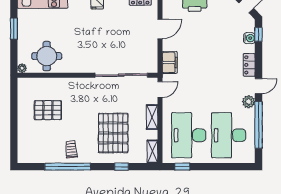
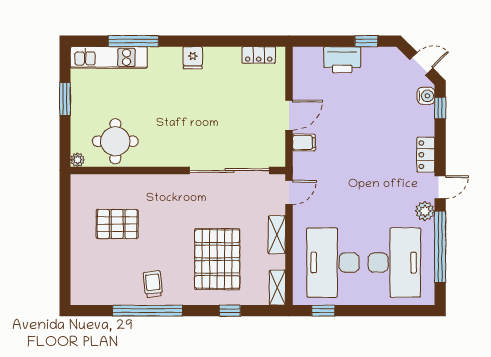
door: (160, 29) -> (289, 115), moved
water cooler: (249, 38) -> (426, 96), moved
filing cabinet: (170, 63) -> (304, 143), width x0.50
desk: (229, 135) -> (394, 263), turned 180

